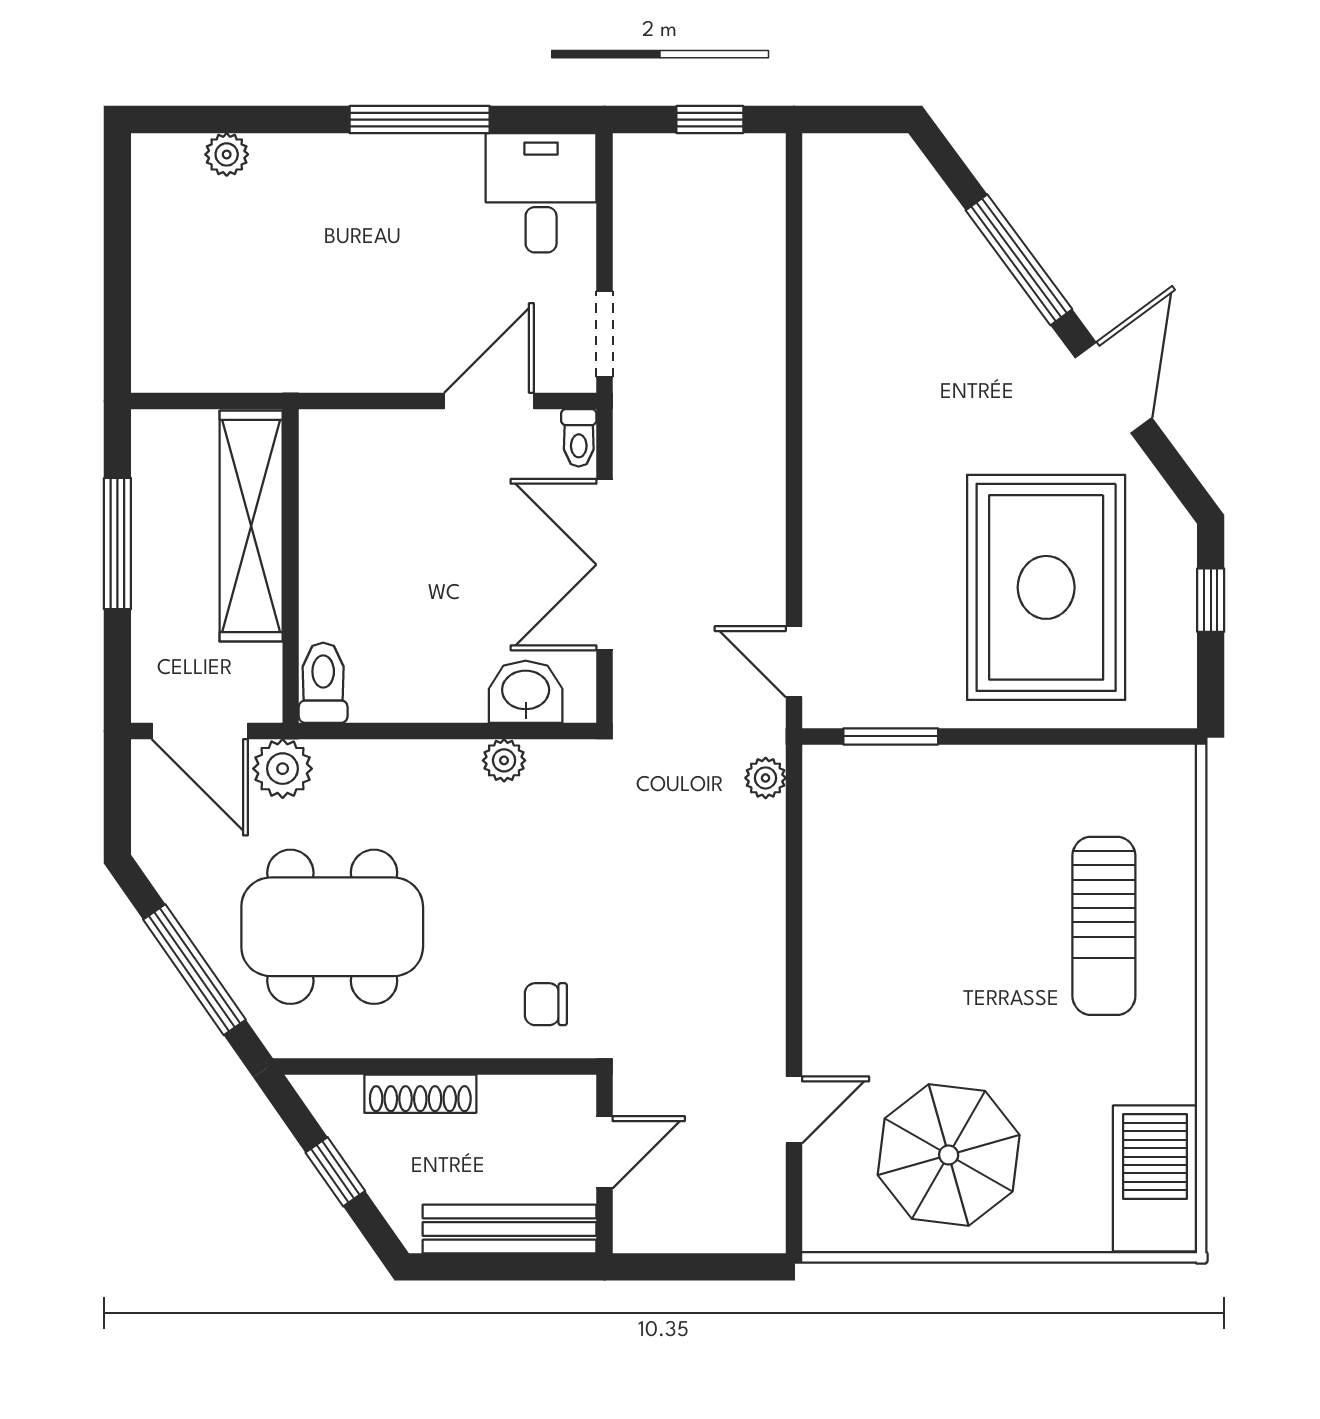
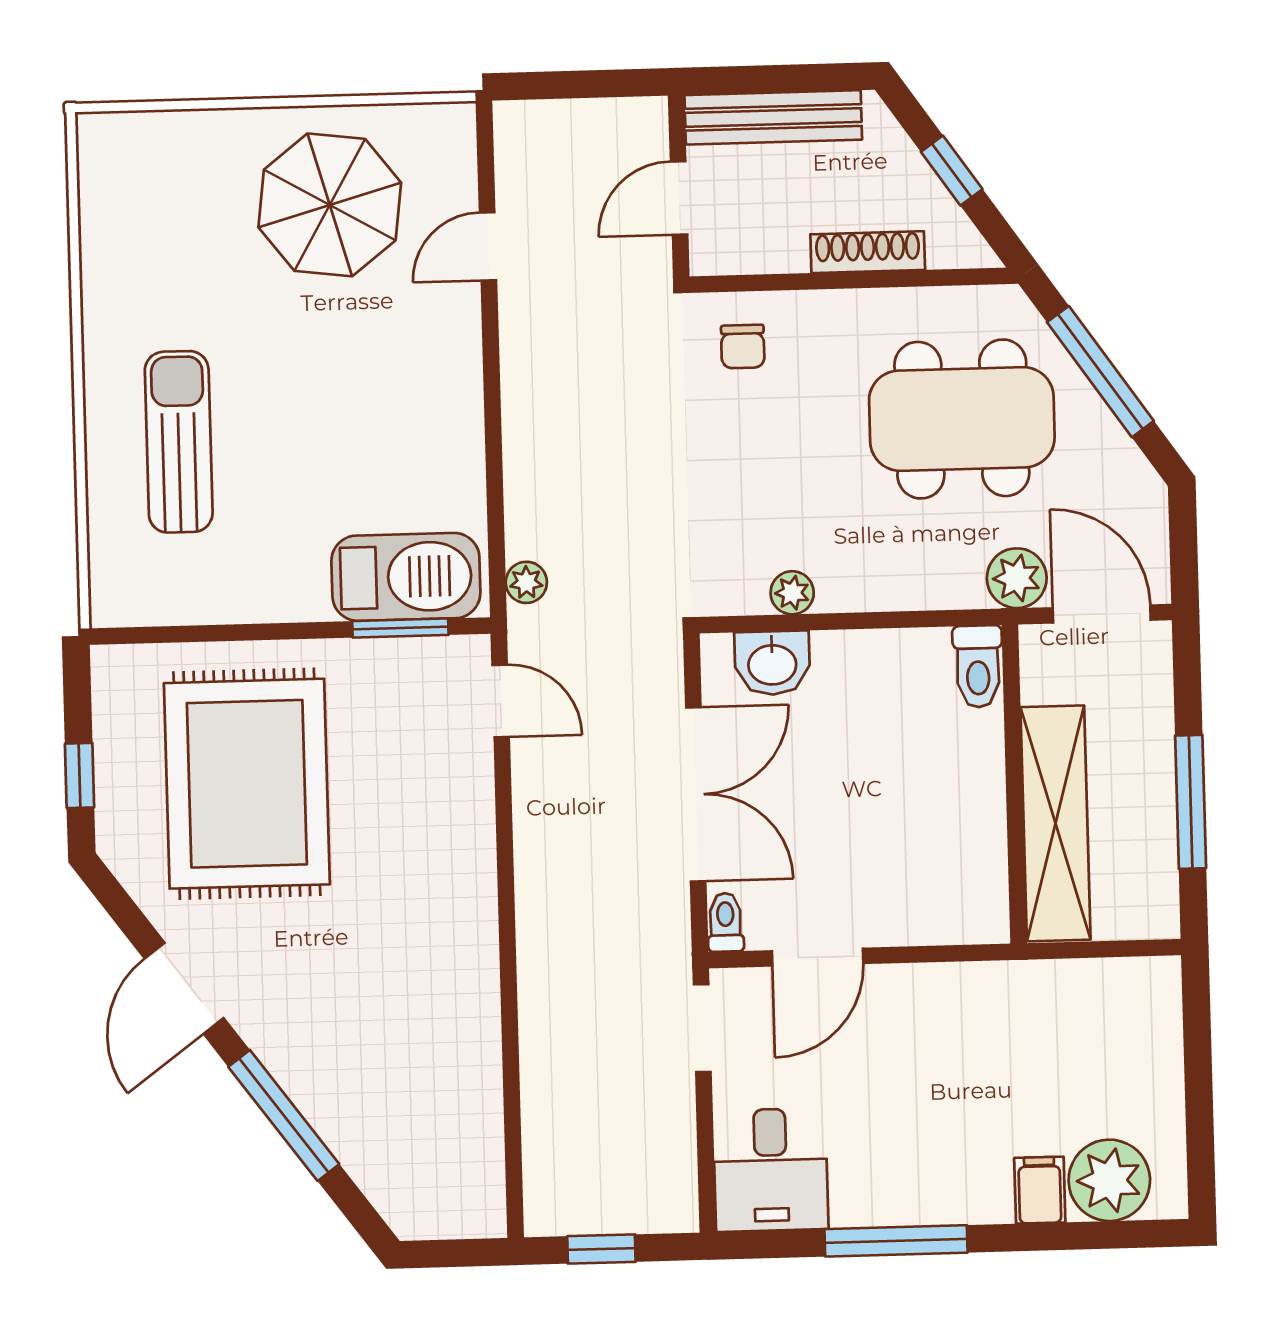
plant: (227, 154) -> (1109, 1180), width x1.87, depth x1.87
filing cabinet: (277, 165) -> (1040, 1190), added
chair: (546, 1004) -> (743, 347), turned 90
barbecue: (1155, 1178) -> (406, 577), moved, turned -90

